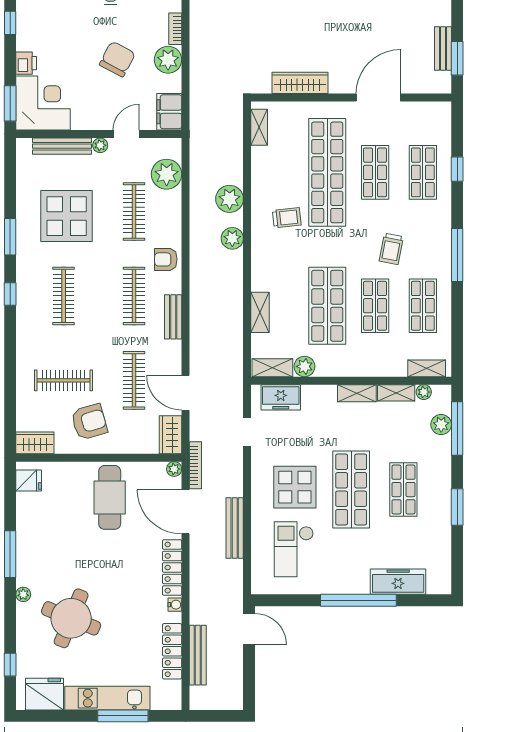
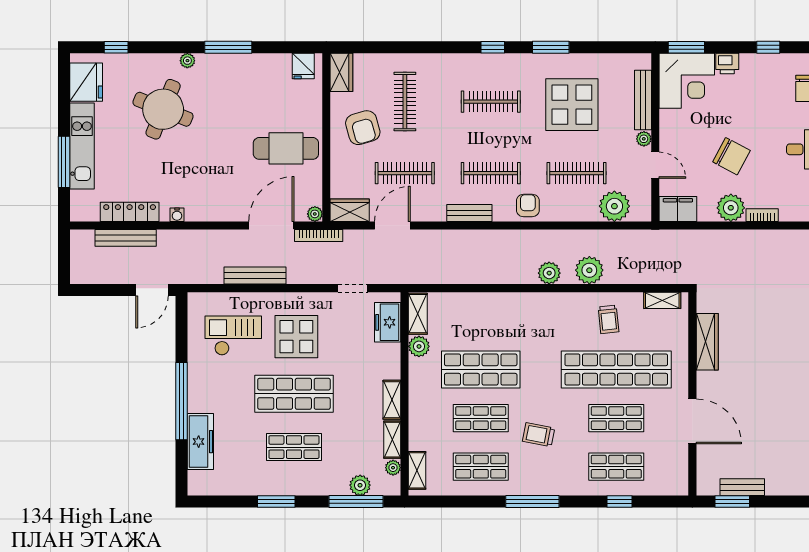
trolley: (287, 218) -> (609, 319), moved
shelving: (260, 312) -> (474, 301), removed
locker: (172, 568) -> (215, 212), removed

